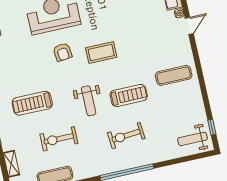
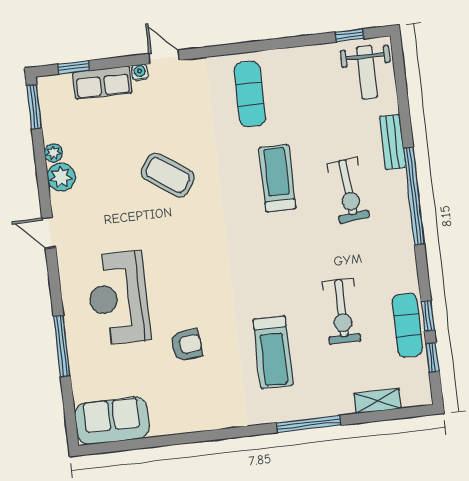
armchair: (63, 52) -> (186, 345), moved
coffee table: (101, 53) -> (168, 175), moved, turned -55
weight bench: (89, 101) -> (279, 251), removed
bench: (155, 157) -> (393, 142), added

